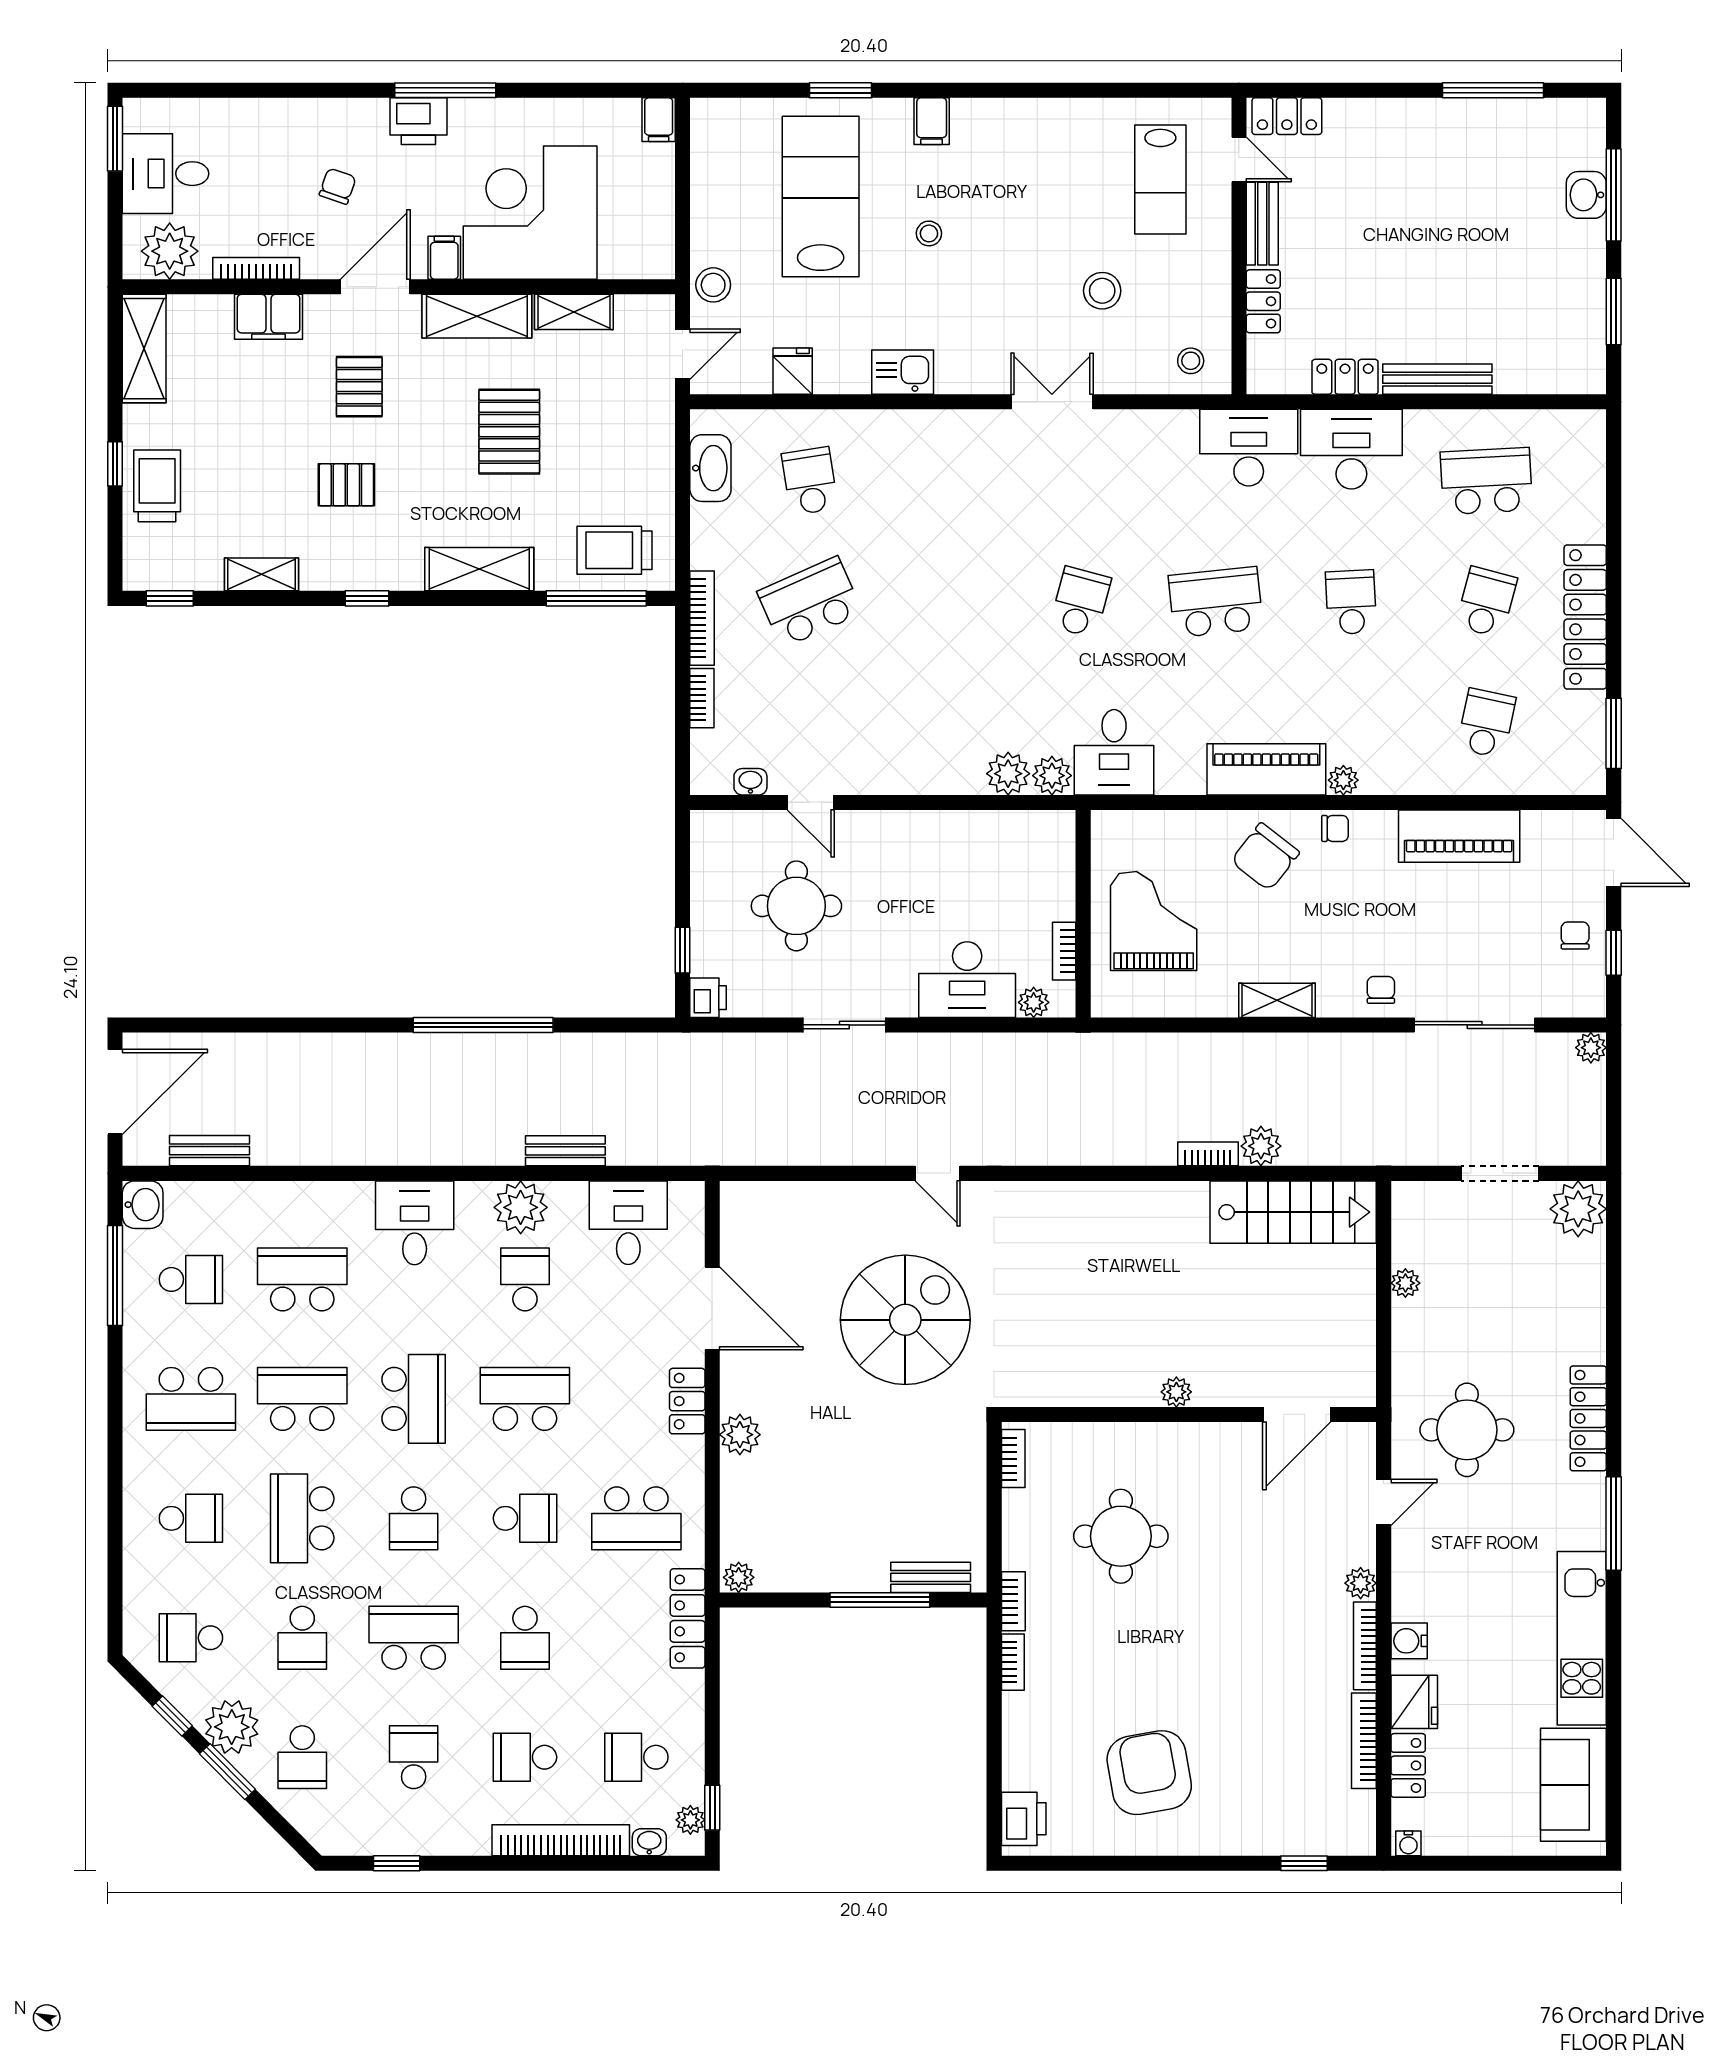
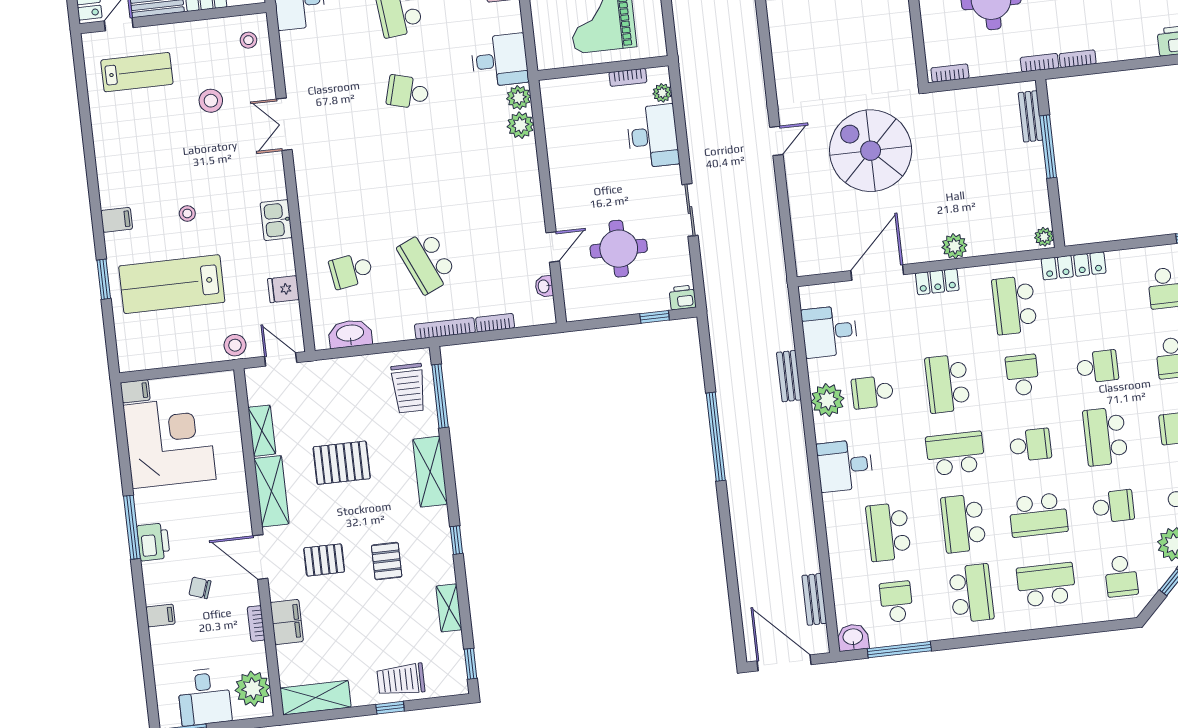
corner desk: (530, 213) -> (169, 442), moved, turned 180
filing cabinet: (444, 258) -> (161, 615), moved, turned 180
bookcase: (256, 268) -> (256, 623), width x0.64
school desk: (191, 1518) -> (1046, 585), width x1.85
school desk: (636, 1518) -> (1014, 305), turned 180

